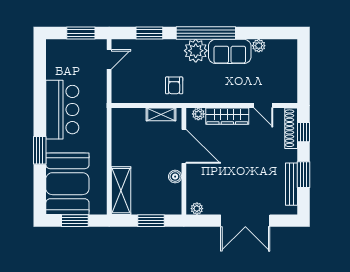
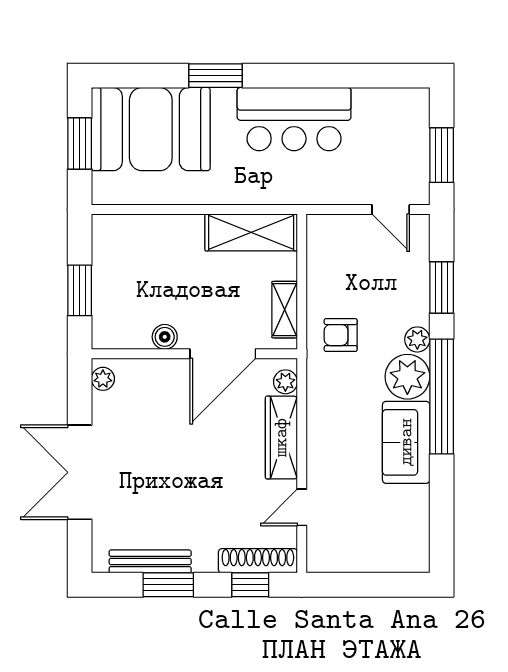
plant: (259, 46) -> (417, 339), moved
shelving: (121, 191) -> (251, 232), moved

